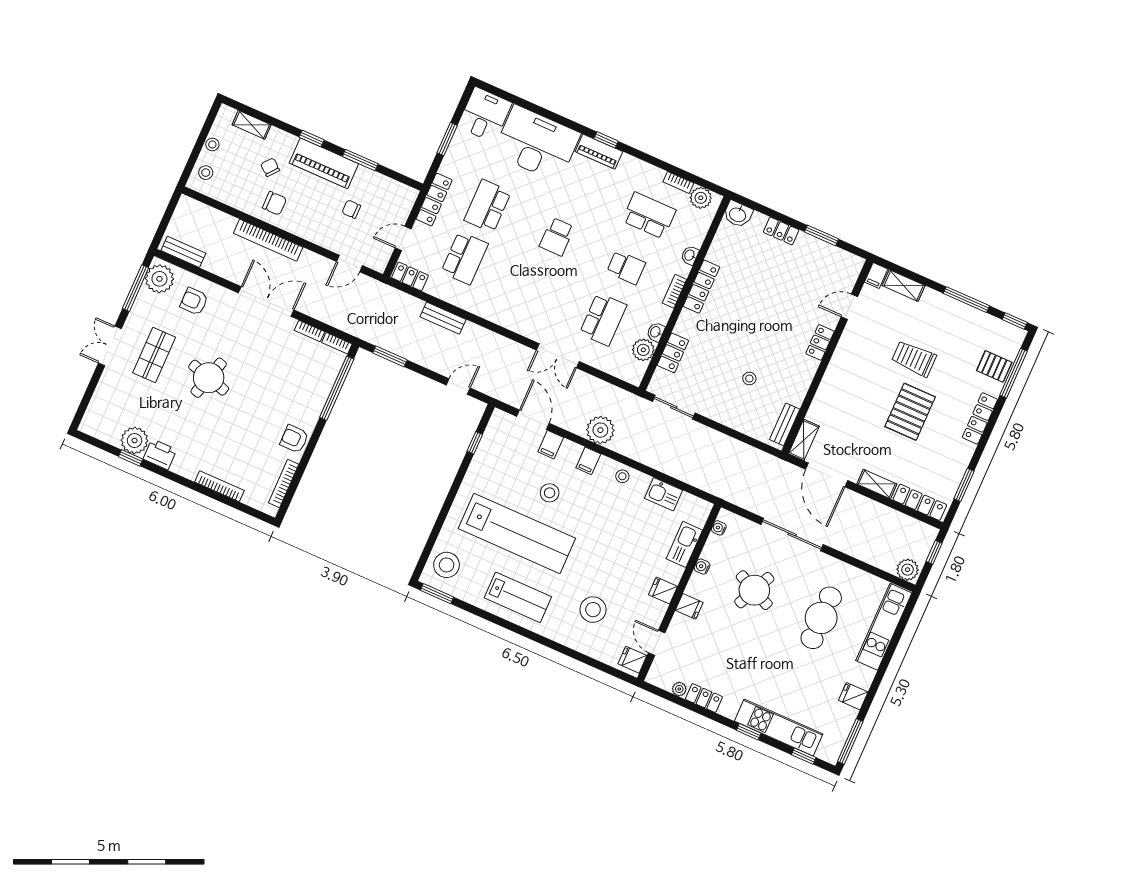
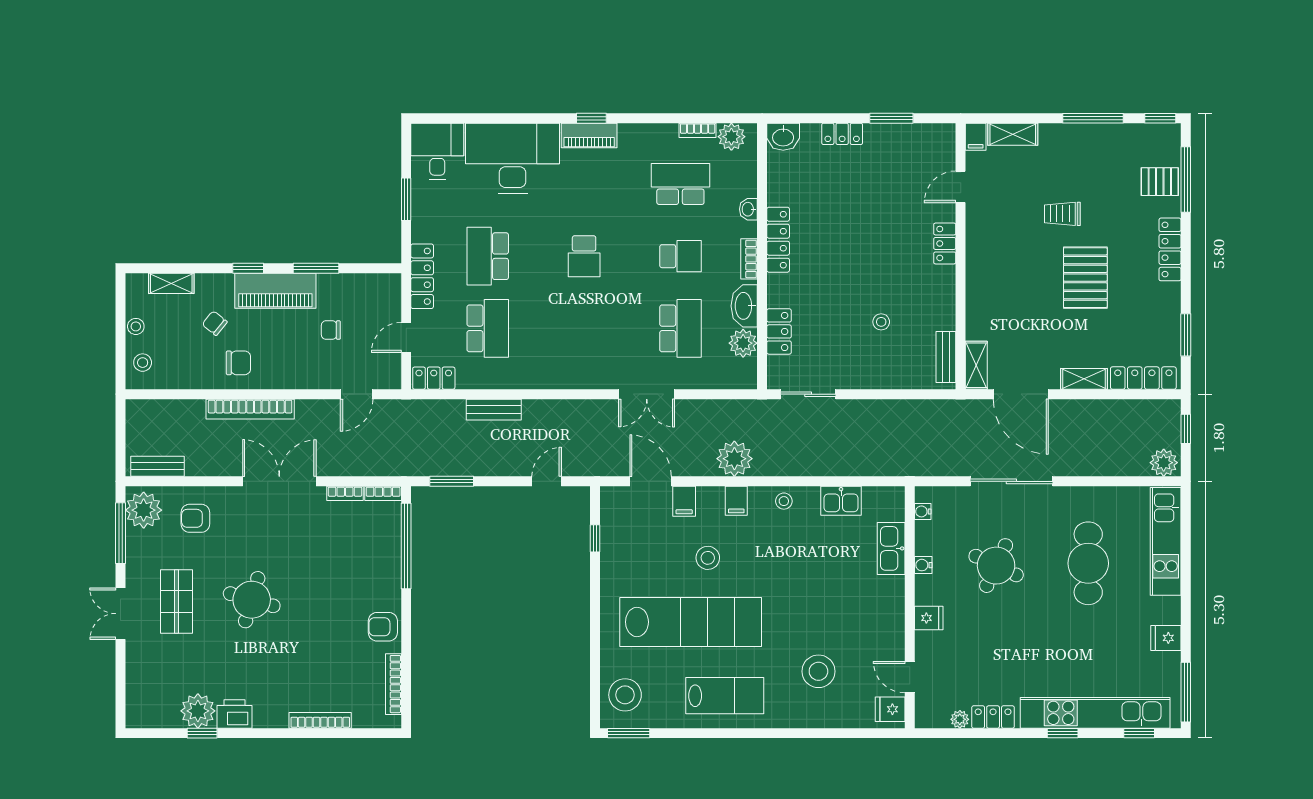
washbasin: (656, 332) -> (744, 306), width x1.91, depth x1.45
trolley: (914, 359) -> (1062, 214), width x0.73, depth x0.72
fridge: (663, 591) -> (890, 613), removed
kitchen unit: (779, 728) -> (1095, 713), width x1.36

